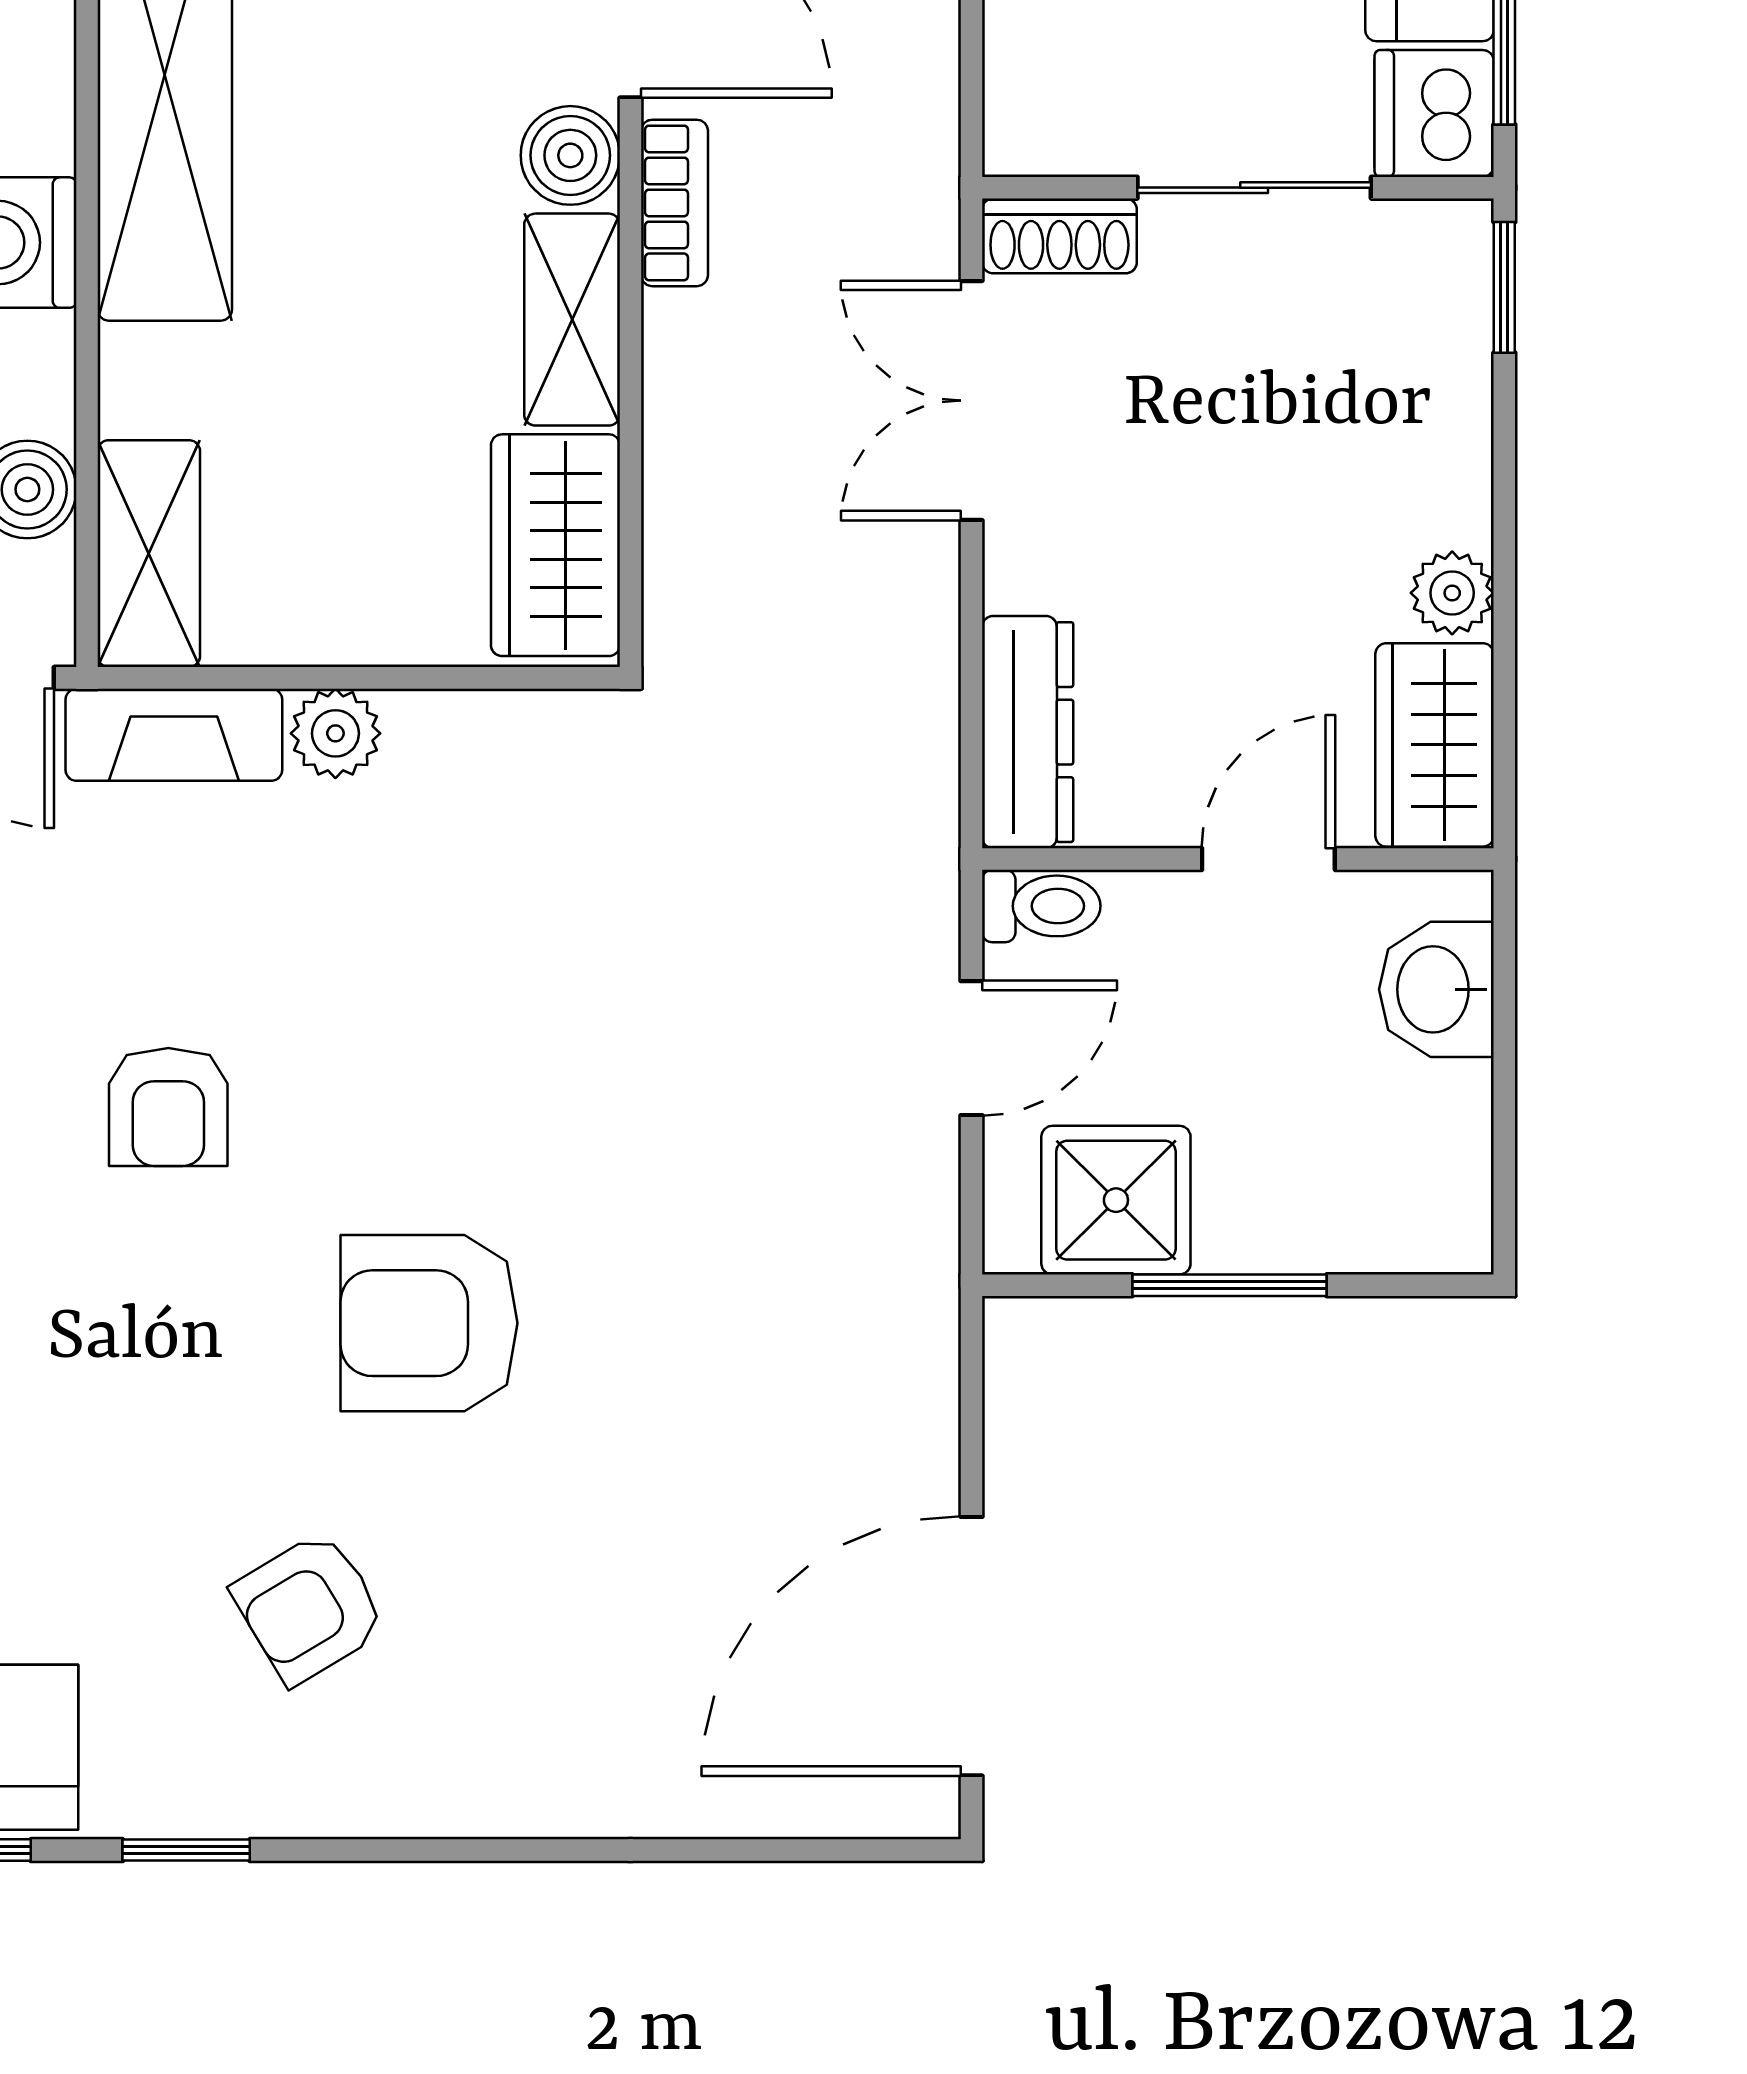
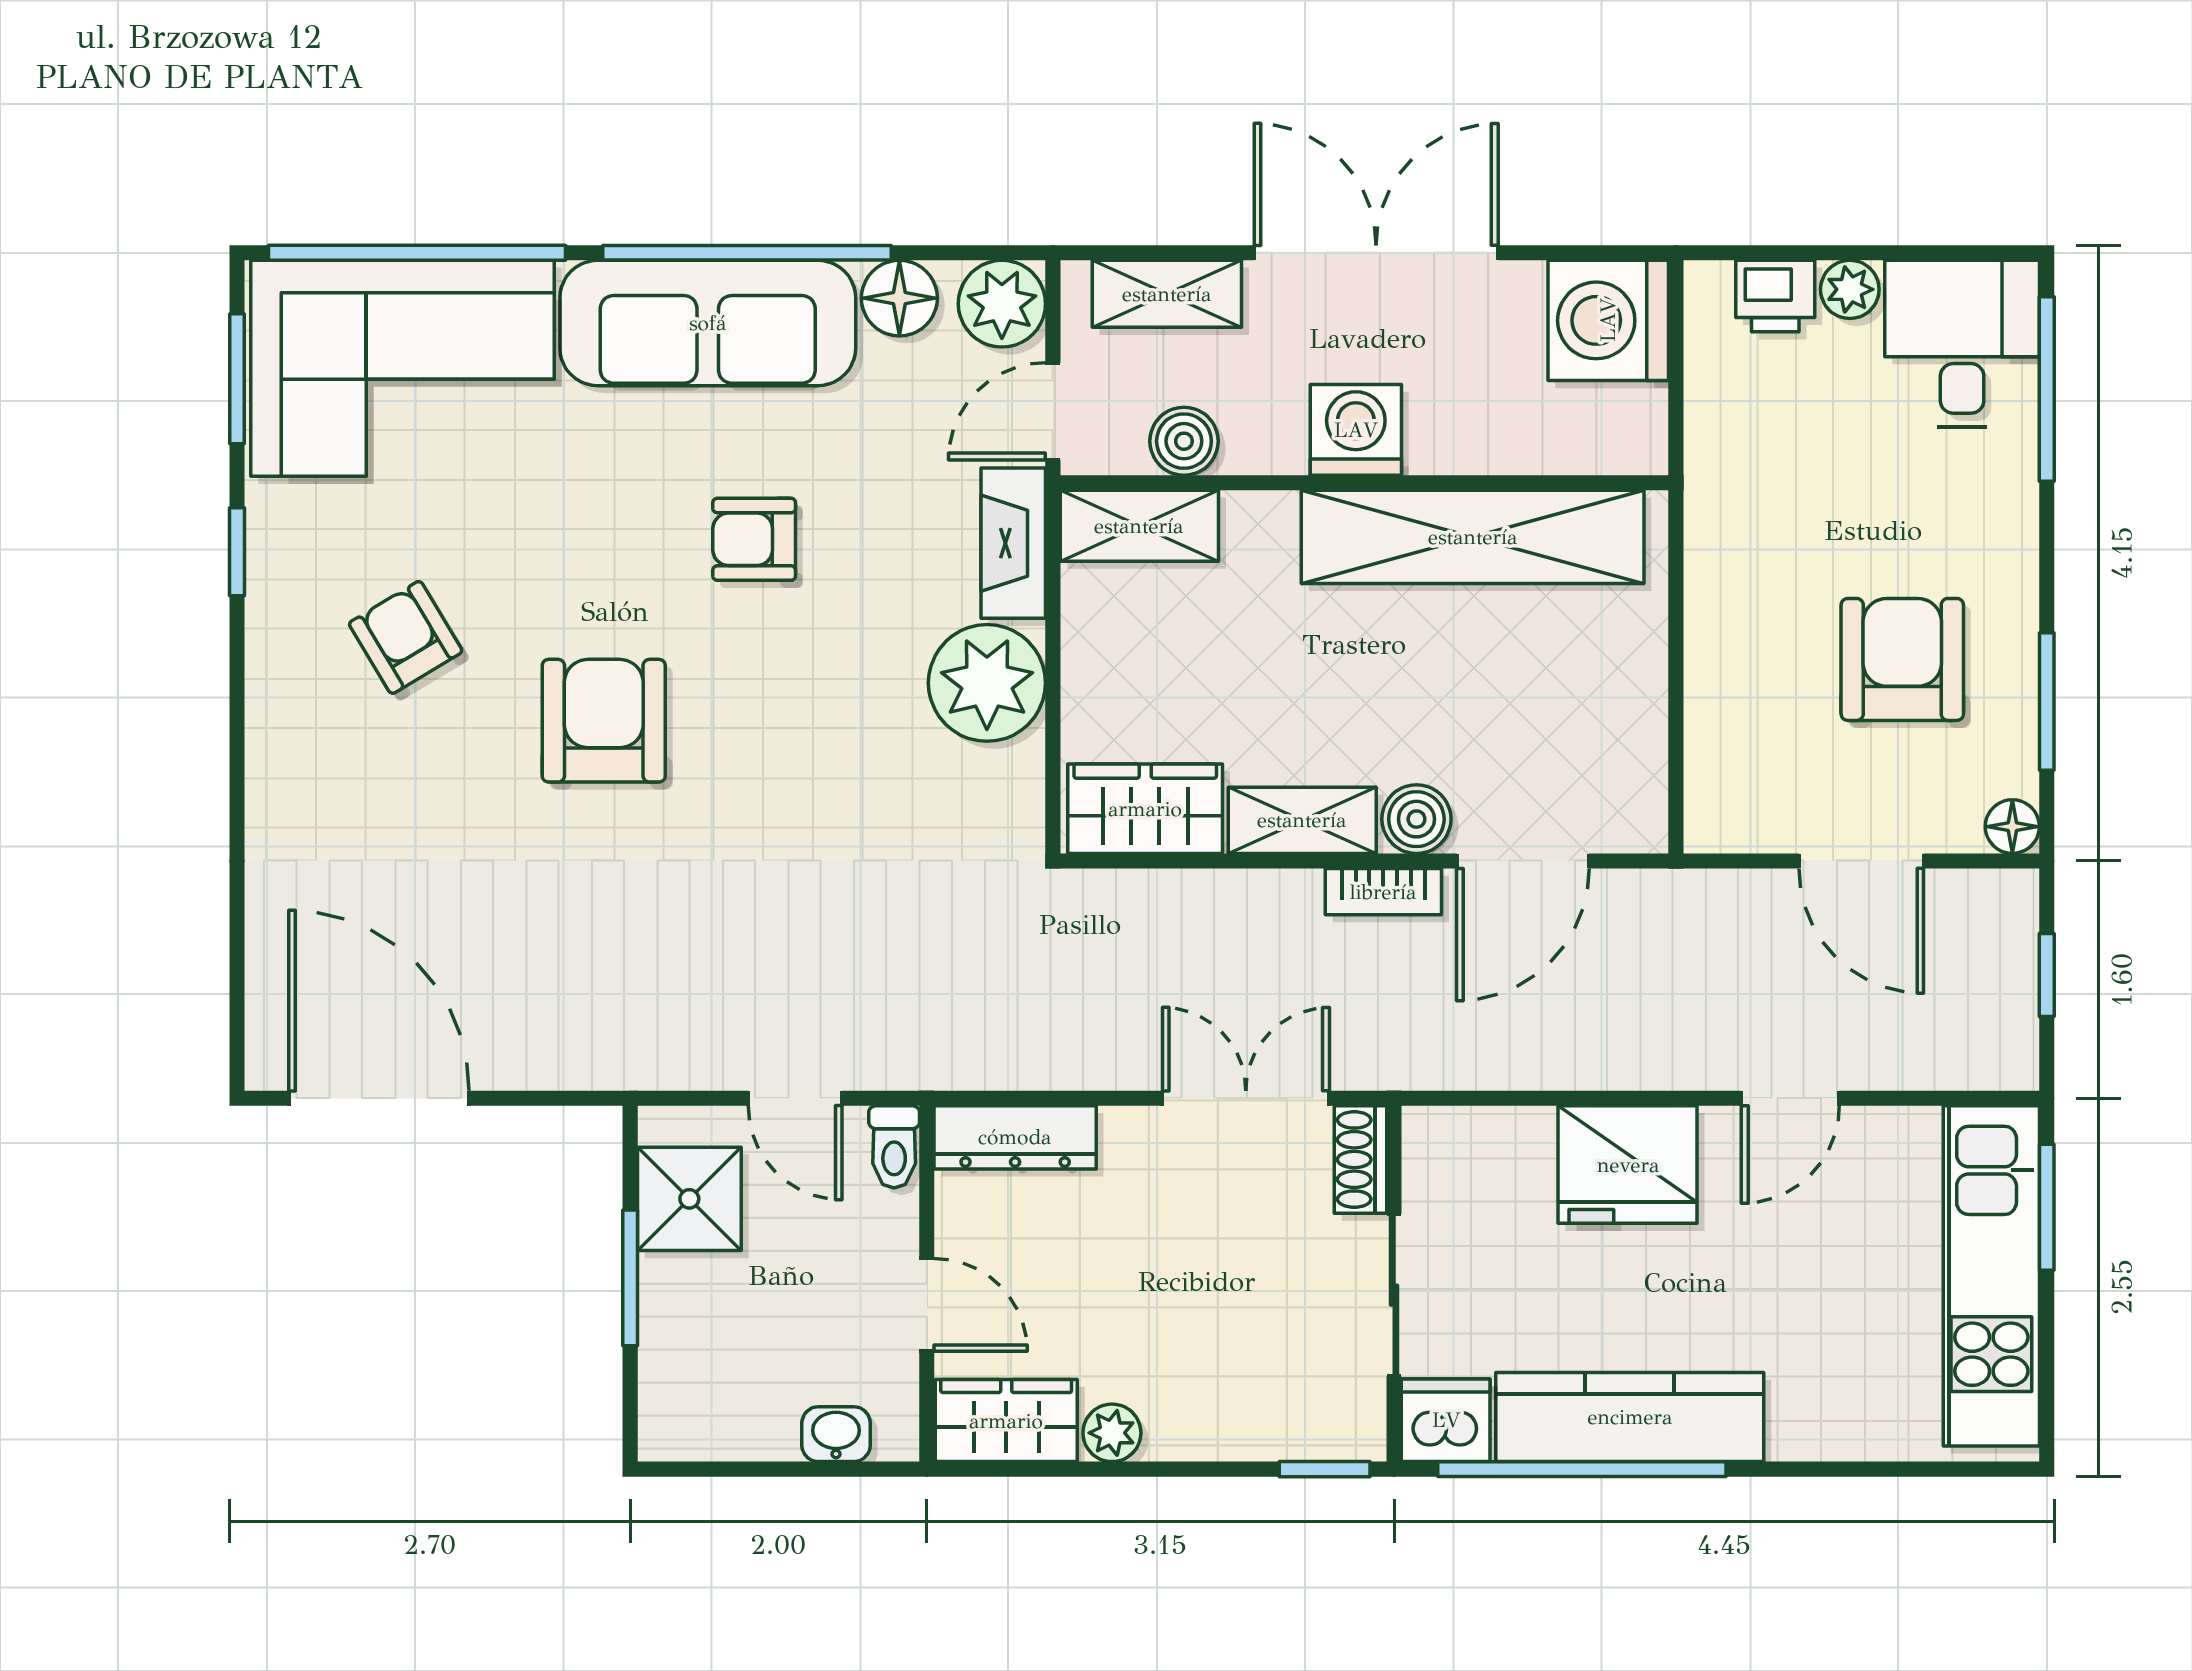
plant: (335, 733) -> (987, 683), width x1.88, depth x1.88
washbasin: (1436, 989) -> (836, 1434), width x0.72, depth x0.69

